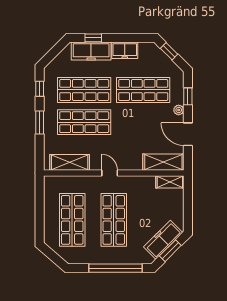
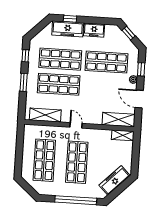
window: (170, 251) -> (120, 189), removed

